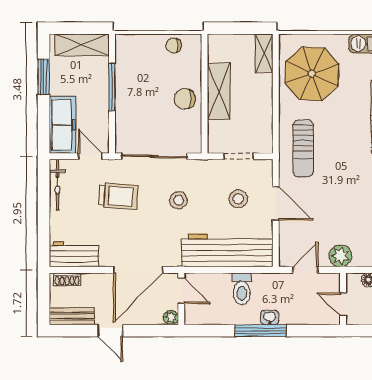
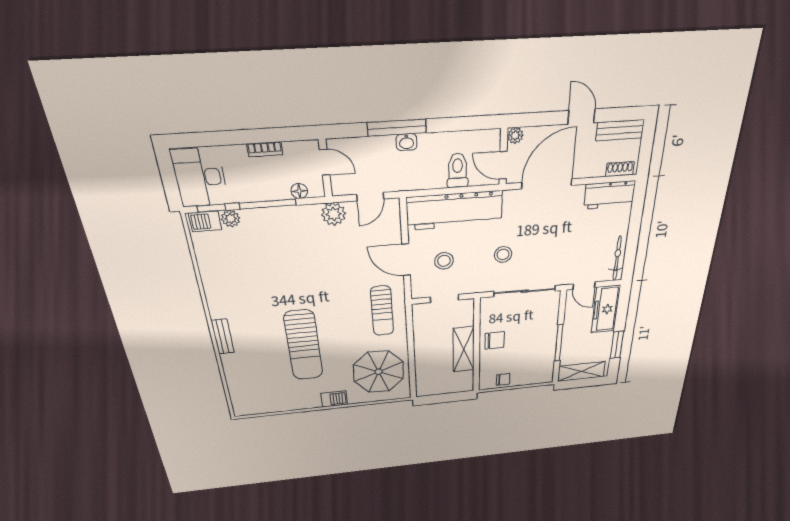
shelving: (264, 53) -> (423, 382), removed
sun lounger: (303, 149) -> (382, 311), turned 180
trolley: (118, 196) -> (561, 253), removed
toilet: (242, 289) -> (458, 171), moved
window: (260, 331) -> (397, 128), moved

